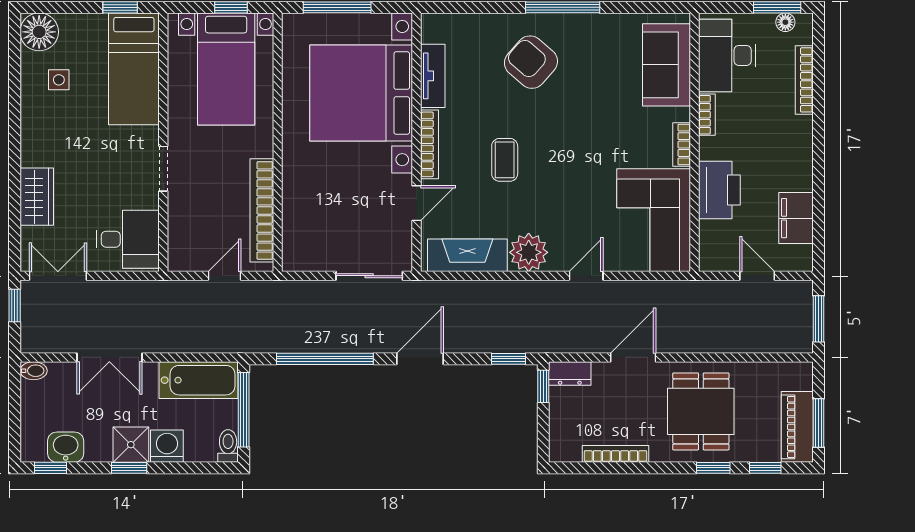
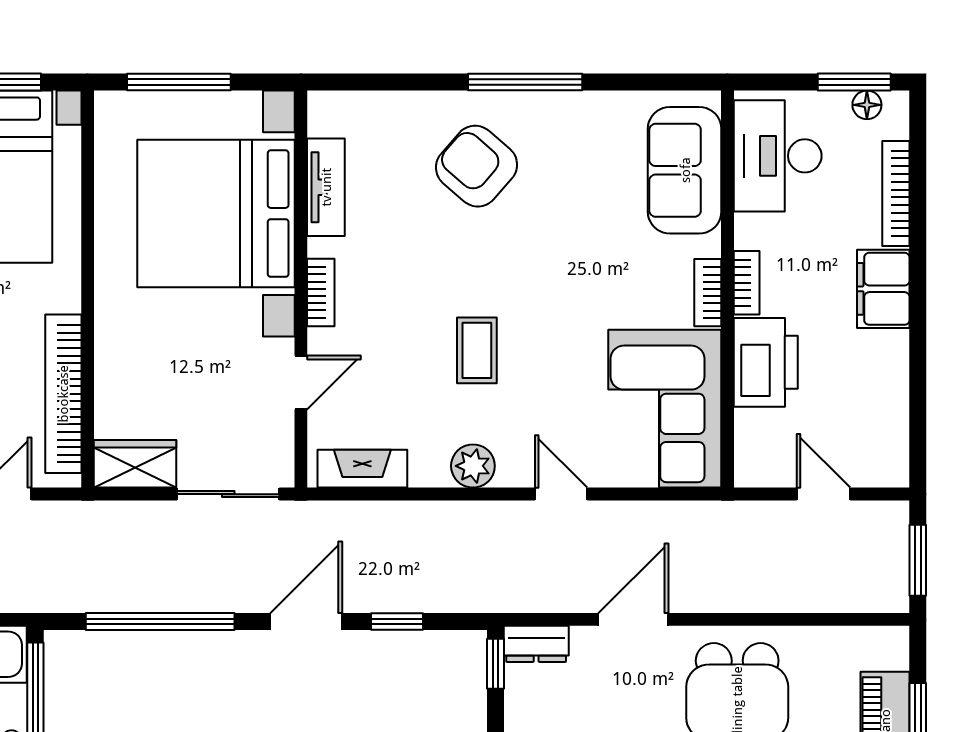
bookcase: (707, 115) -> (747, 283), moved
bookcase: (430, 144) -> (321, 292), width x0.64
coffee table: (505, 160) -> (477, 350), moved
filing cabinet: (796, 218) -> (883, 289), moved
plant: (529, 252) -> (473, 466), width x0.73, depth x0.73
fireplace: (467, 255) -> (362, 469), width x0.73, depth x0.76
wardrobe: (309, 256) -> (135, 464), added
door: (586, 276) -> (561, 494), hinge flipped
window: (509, 359) -> (397, 622), moved

